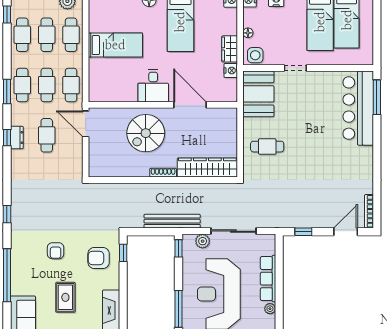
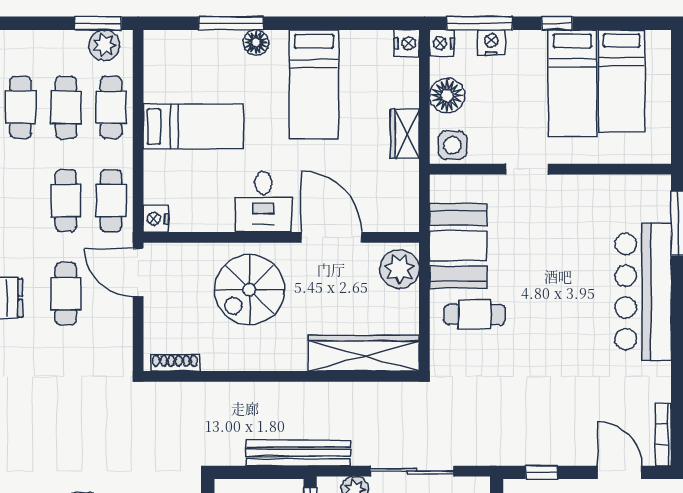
floor lamp: (248, 33) -> (447, 96), width x1.89, depth x1.89
nightstand: (231, 71) -> (156, 219), moved, turned 180
cafe table: (22, 85) -> (21, 201), removed
booth: (258, 94) -> (458, 246), moved
bar counter: (358, 108) -> (643, 292), moved
plant: (227, 122) -> (400, 269), added
shoe rack: (163, 173) -> (175, 363), moved
door: (346, 232) -> (620, 472), hinge flipped

